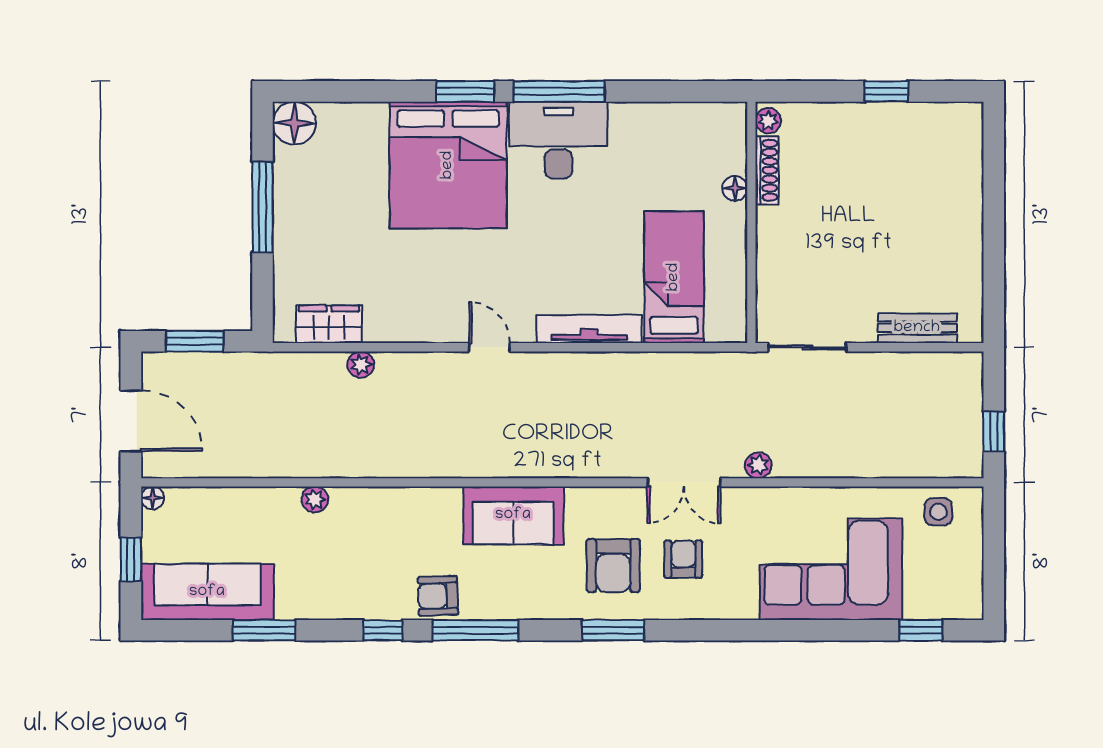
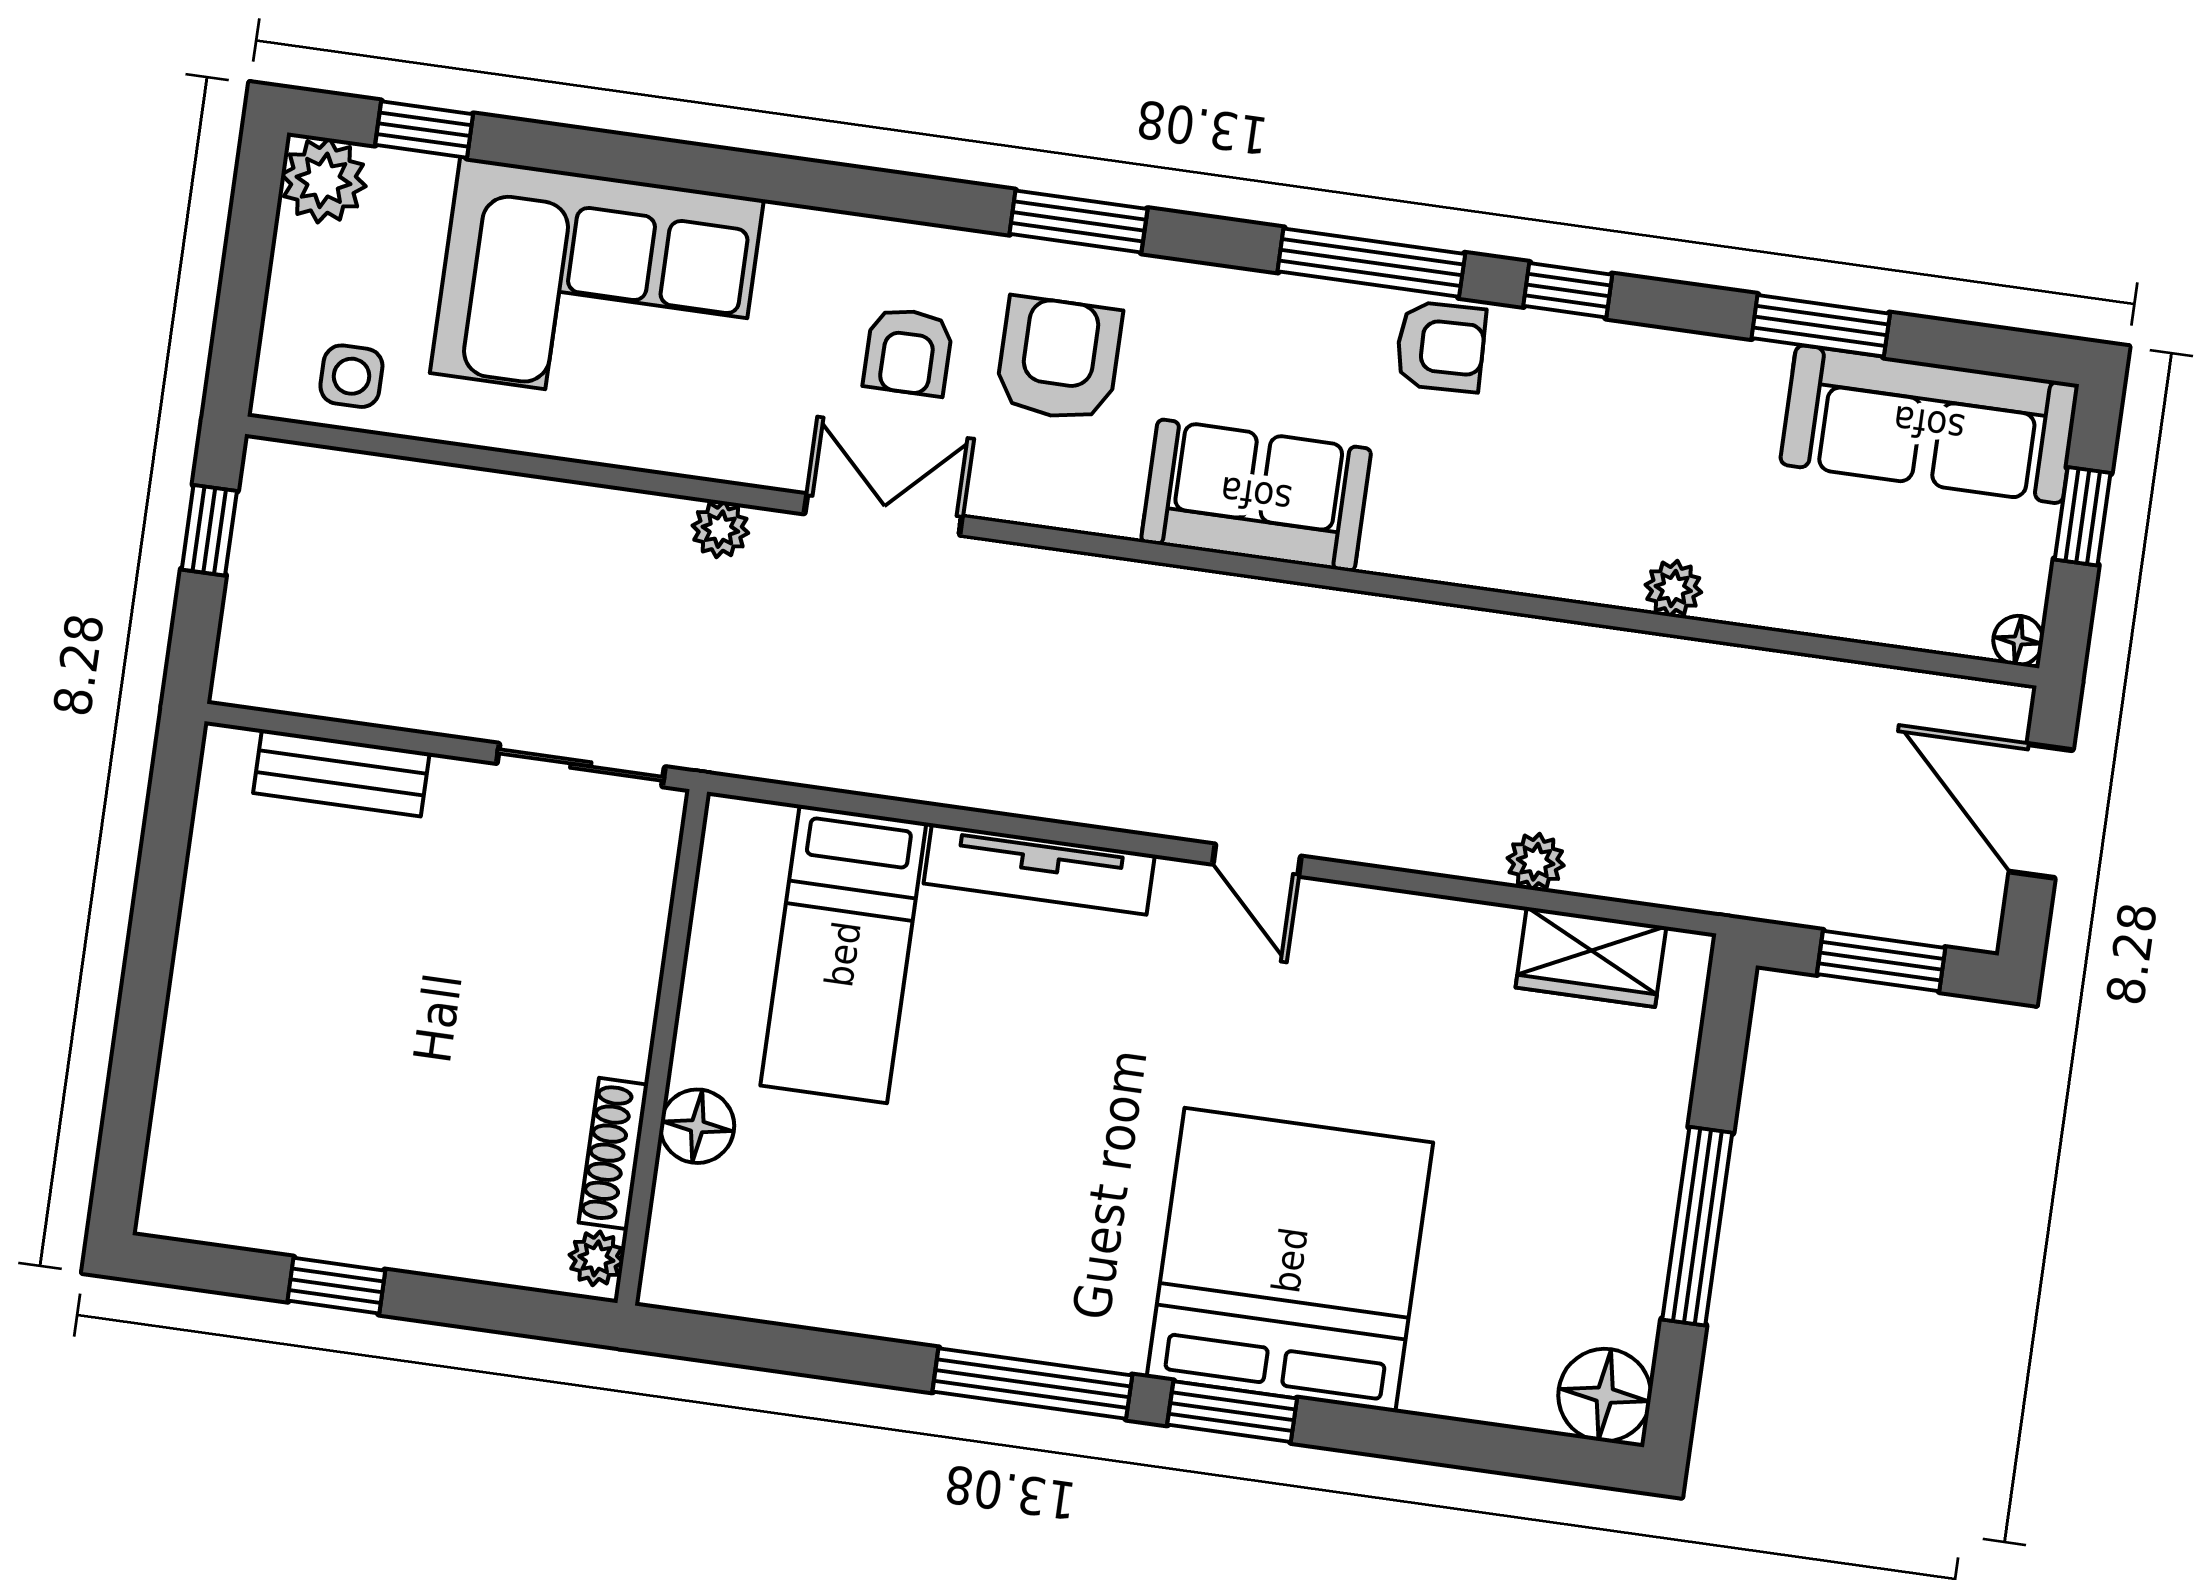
desk: (558, 140) -> (1048, 1280), removed
floor lamp: (735, 188) -> (697, 1126), width x1.37, depth x1.37
plant: (964, 600) -> (324, 180), added

